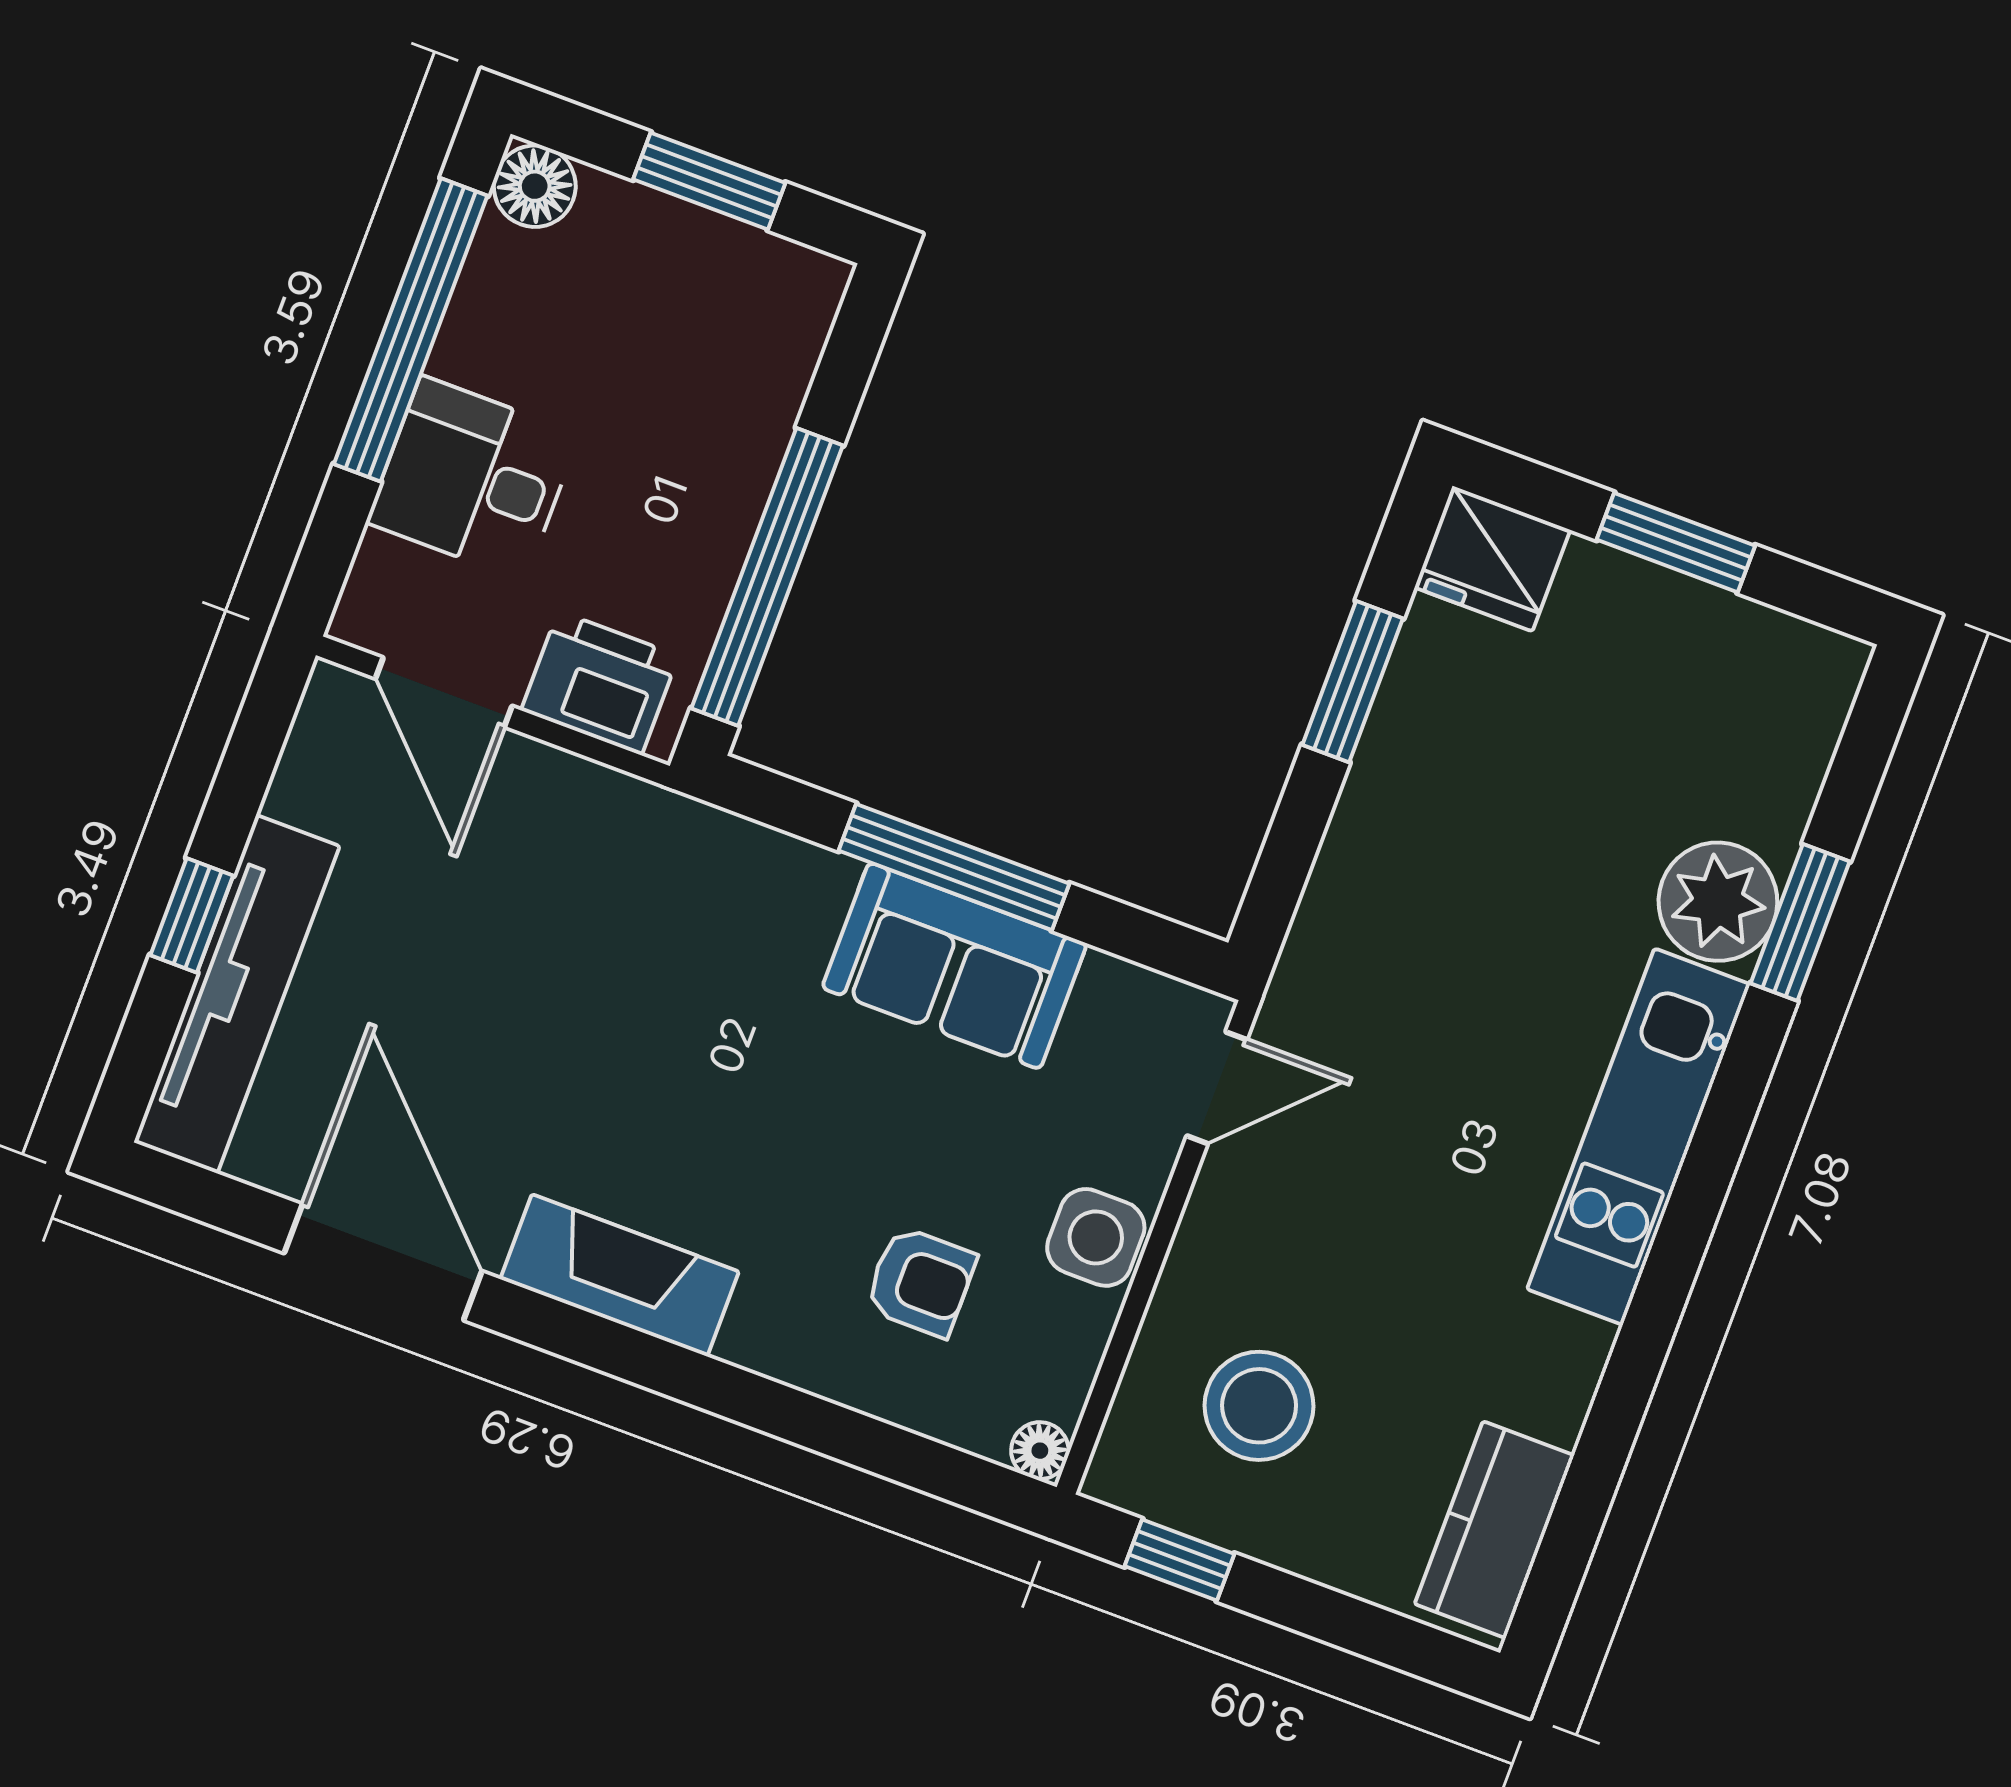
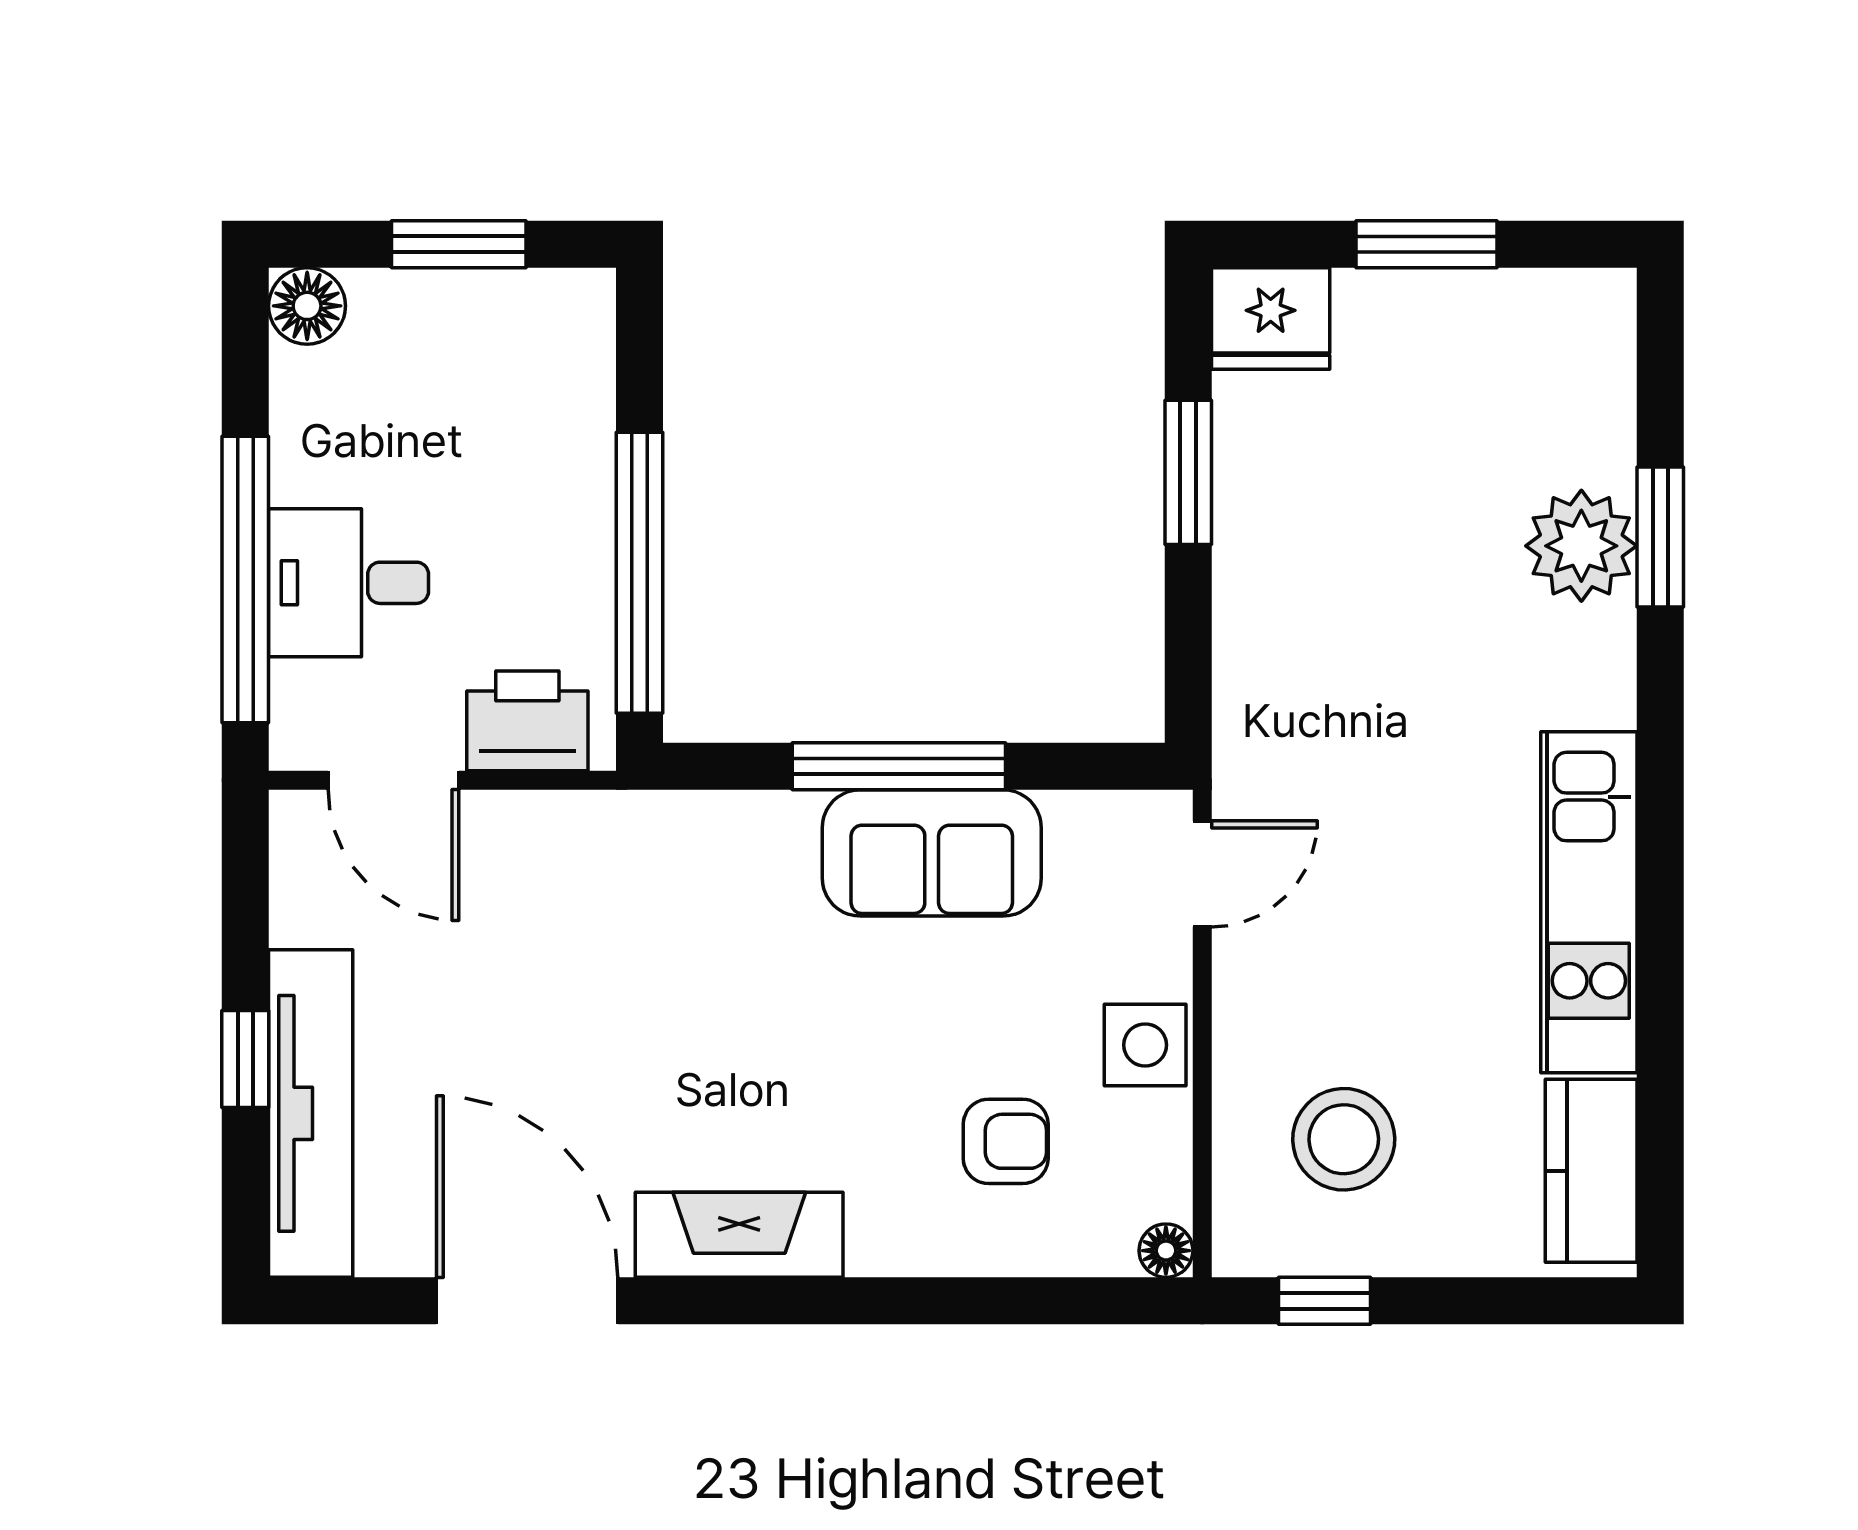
window: (411, 330) -> (245, 580), moved
kitchen unit: (1639, 1137) -> (1589, 902), moved

